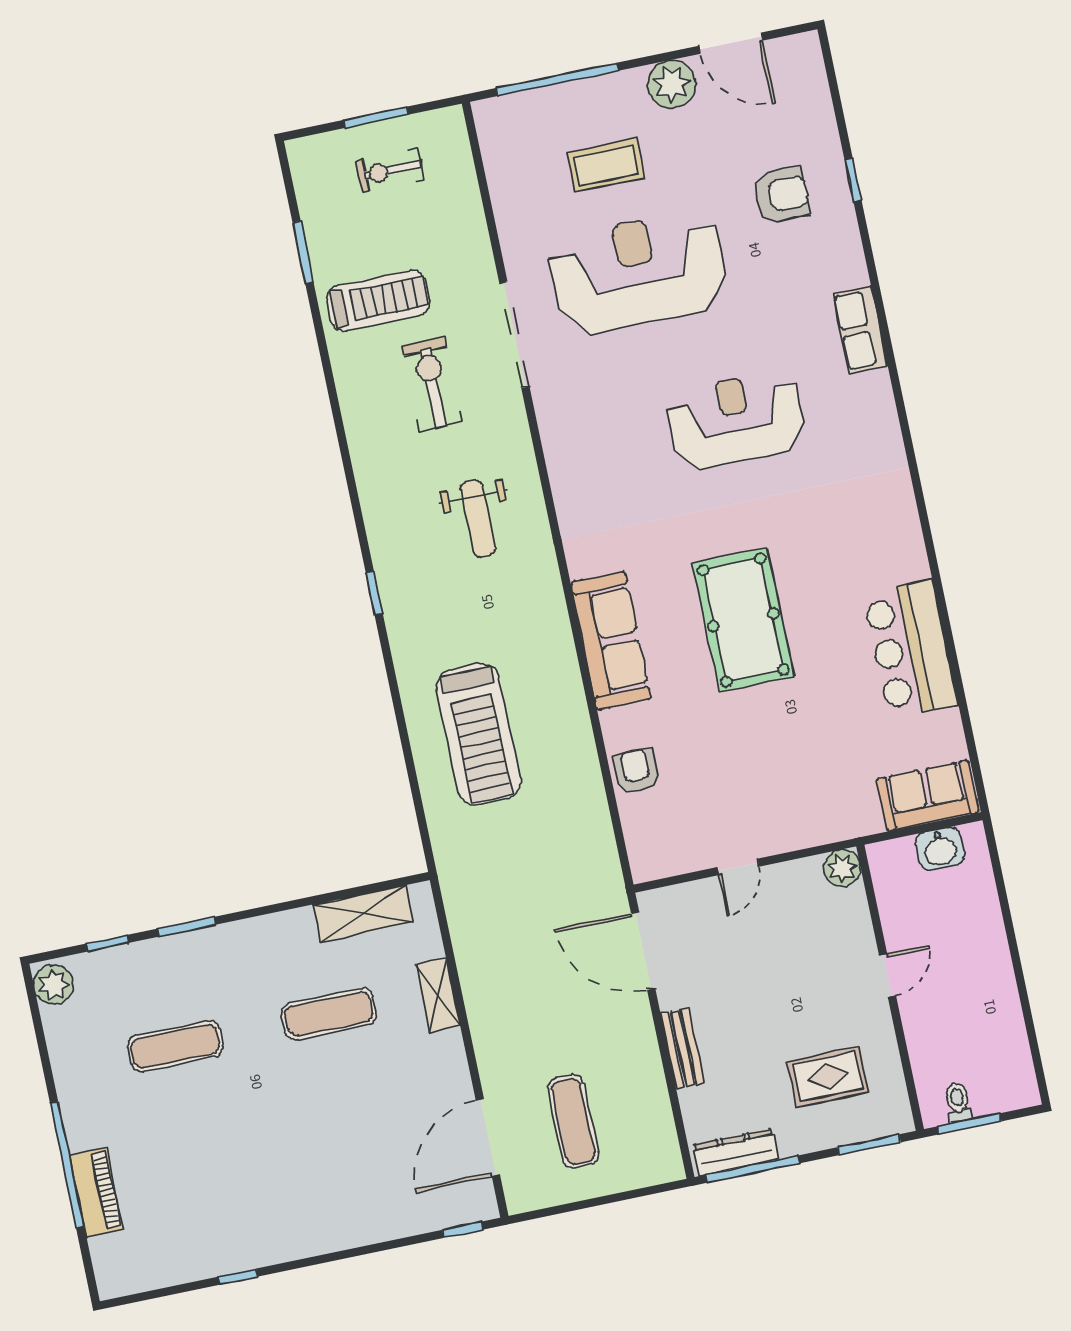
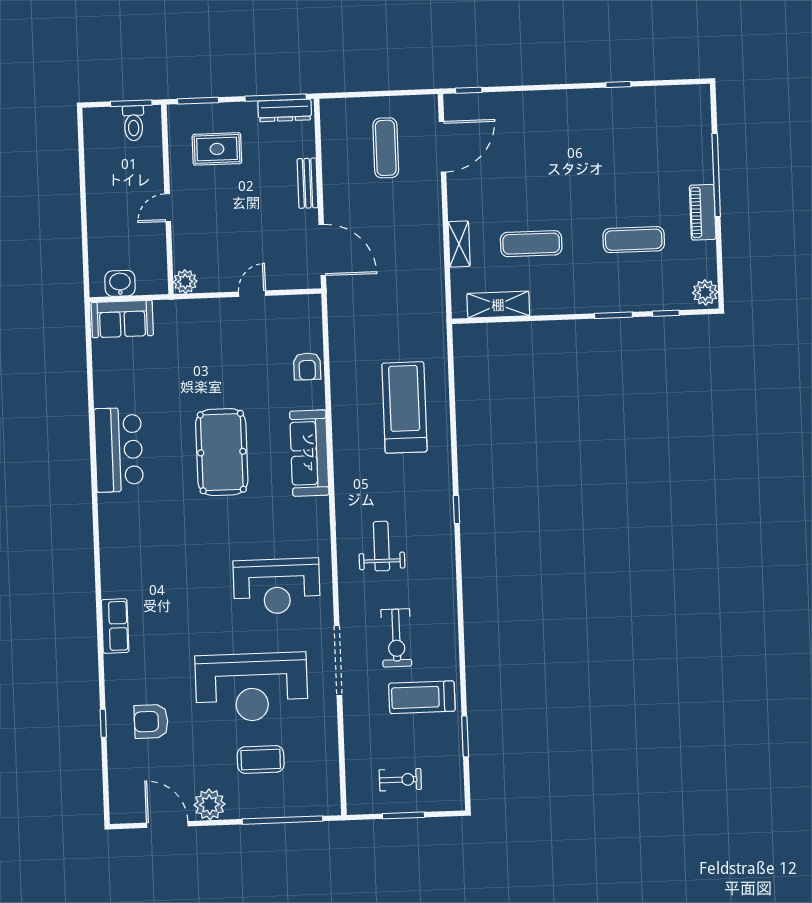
reception desk: (736, 420) -> (277, 586), moved
bar counter: (911, 649) -> (119, 450), moved
toilet: (958, 1102) -> (133, 123), width x1.37, depth x1.39
piano: (96, 1192) -> (703, 212), moved

